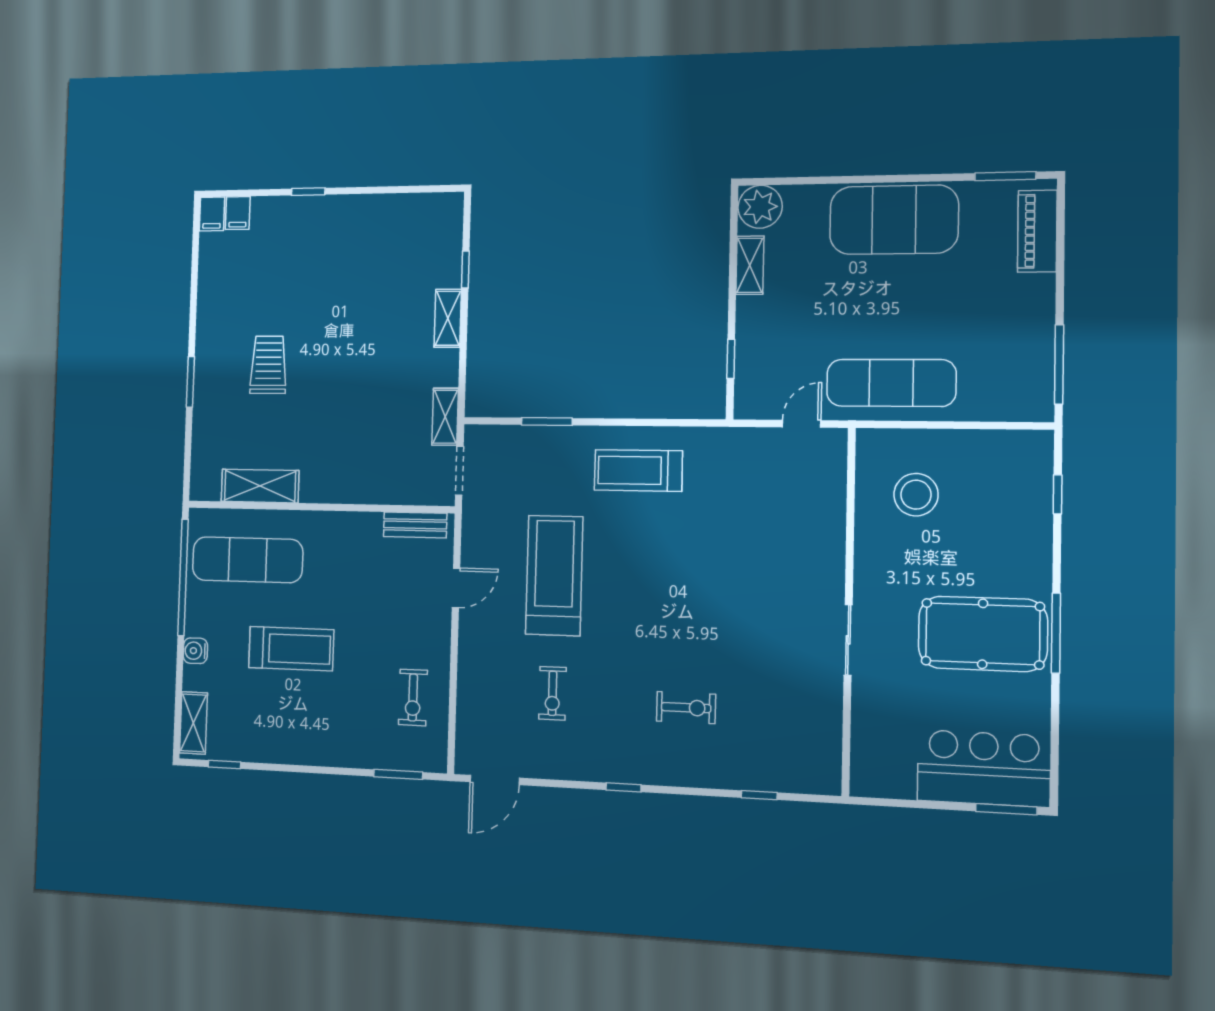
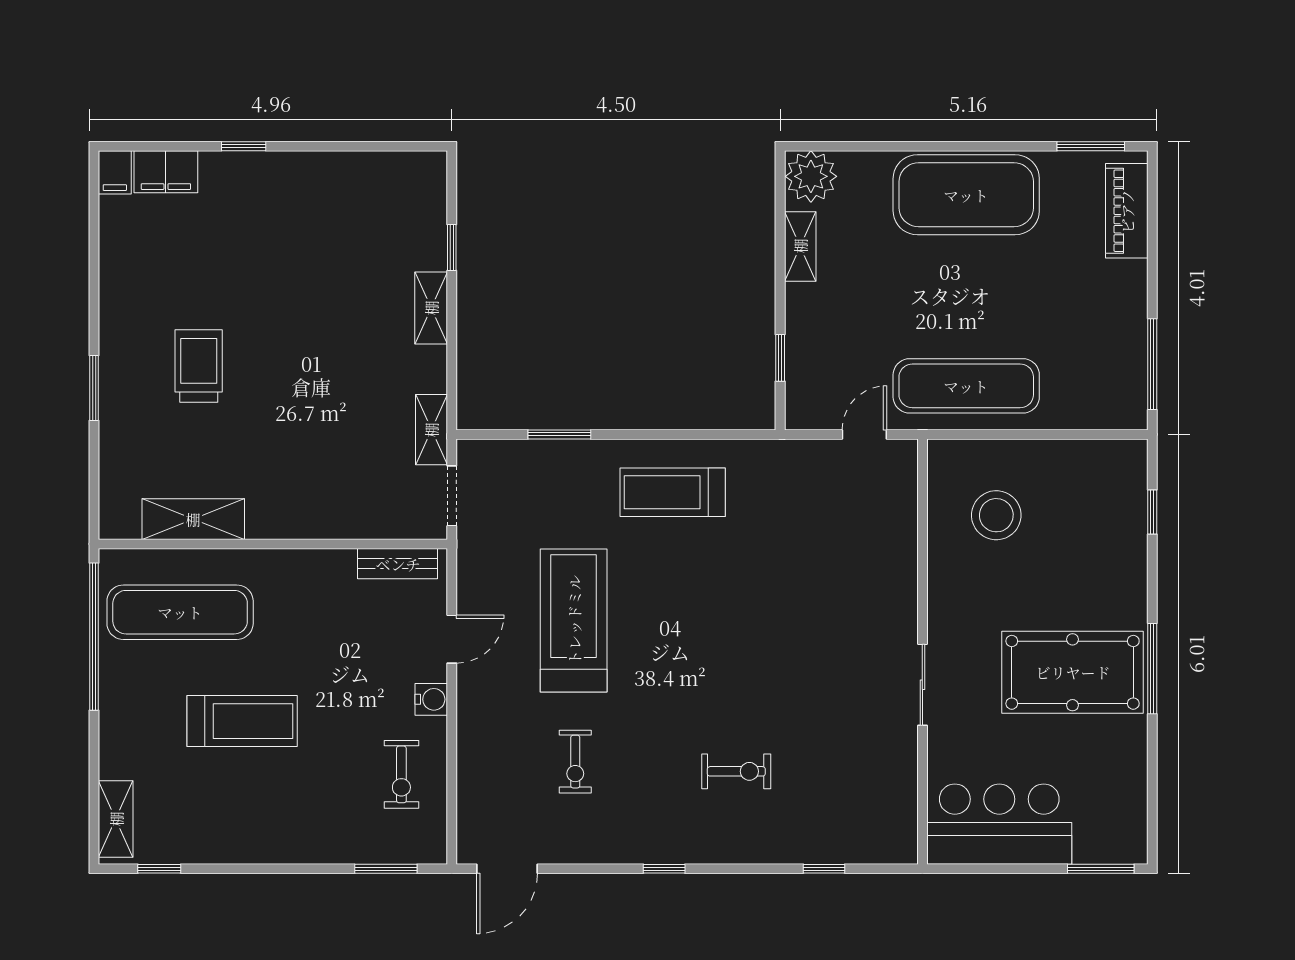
filing cabinet: (238, 213) -> (166, 172), width x2.00
water cooler: (195, 651) -> (431, 699), moved, turned 180
bar counter: (984, 768) -> (999, 824), moved

